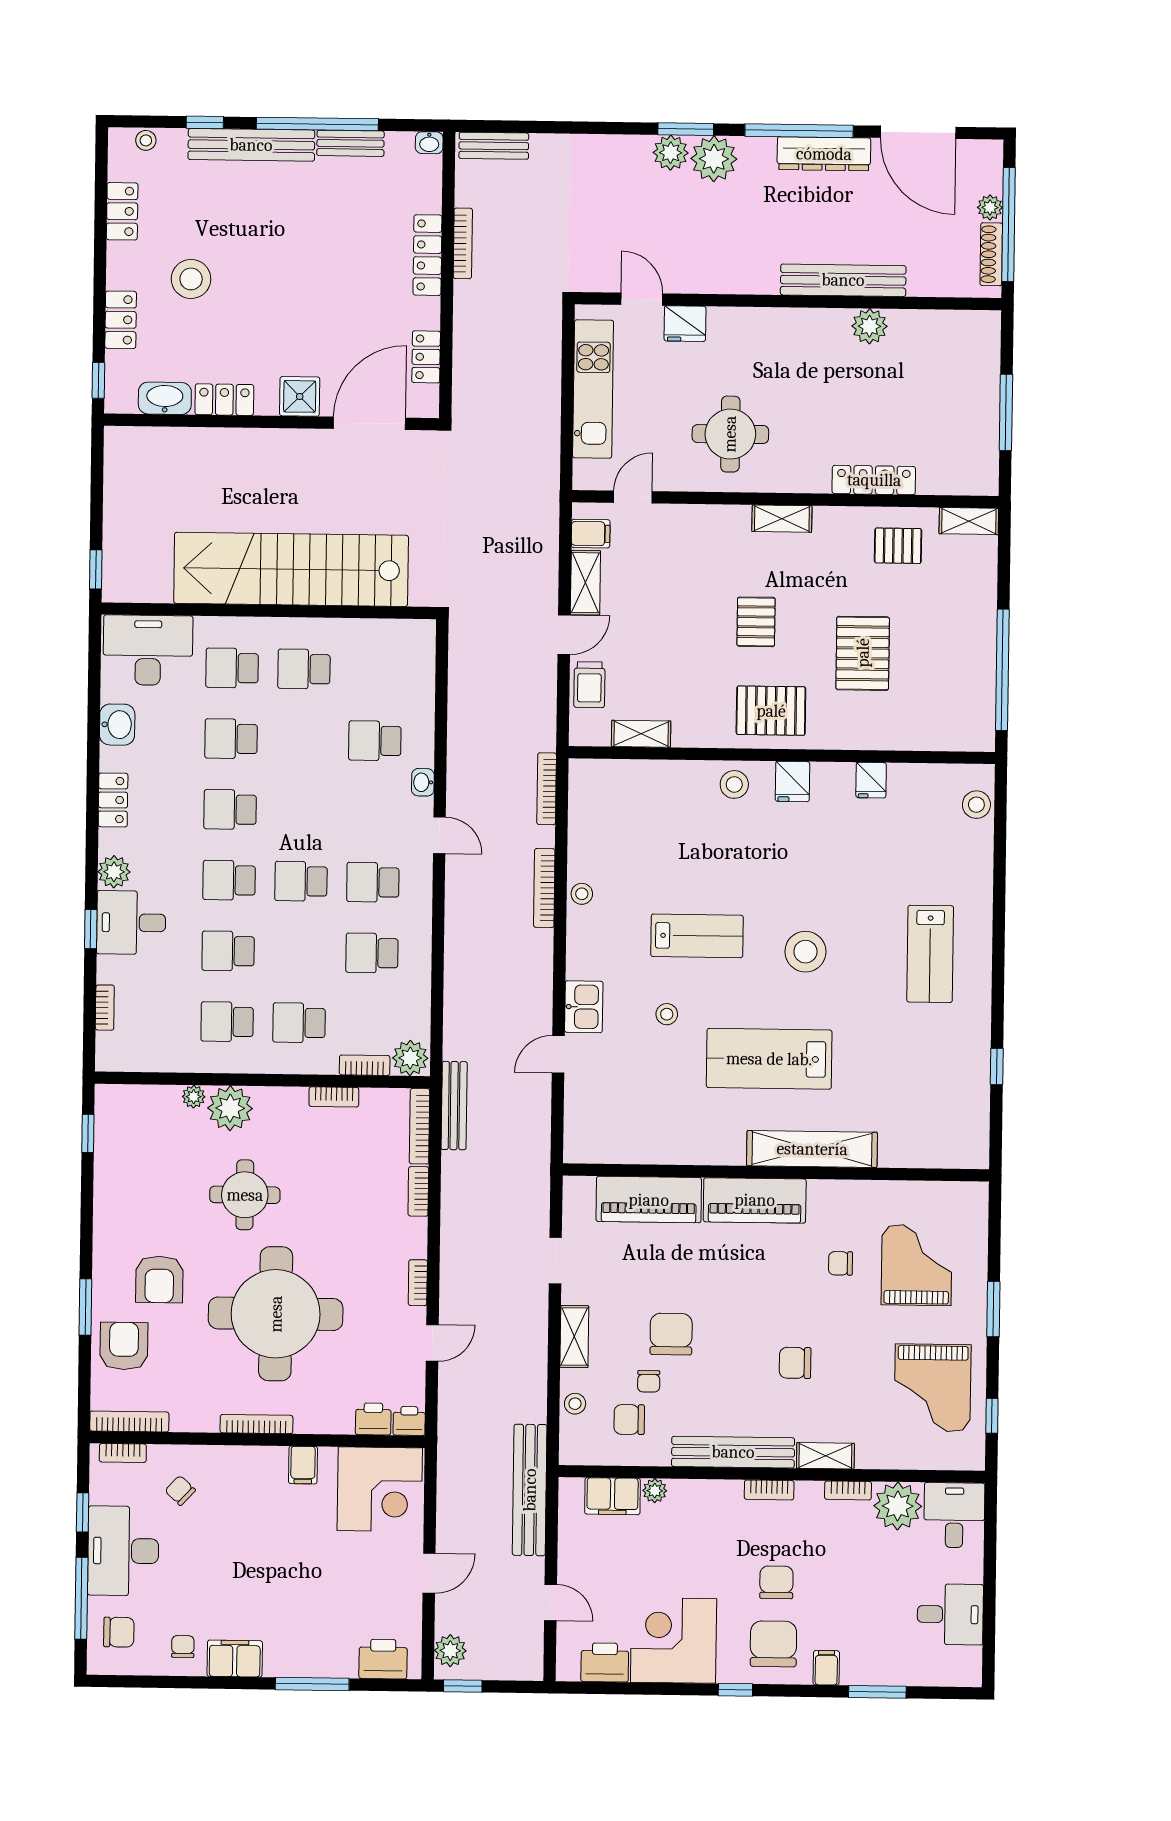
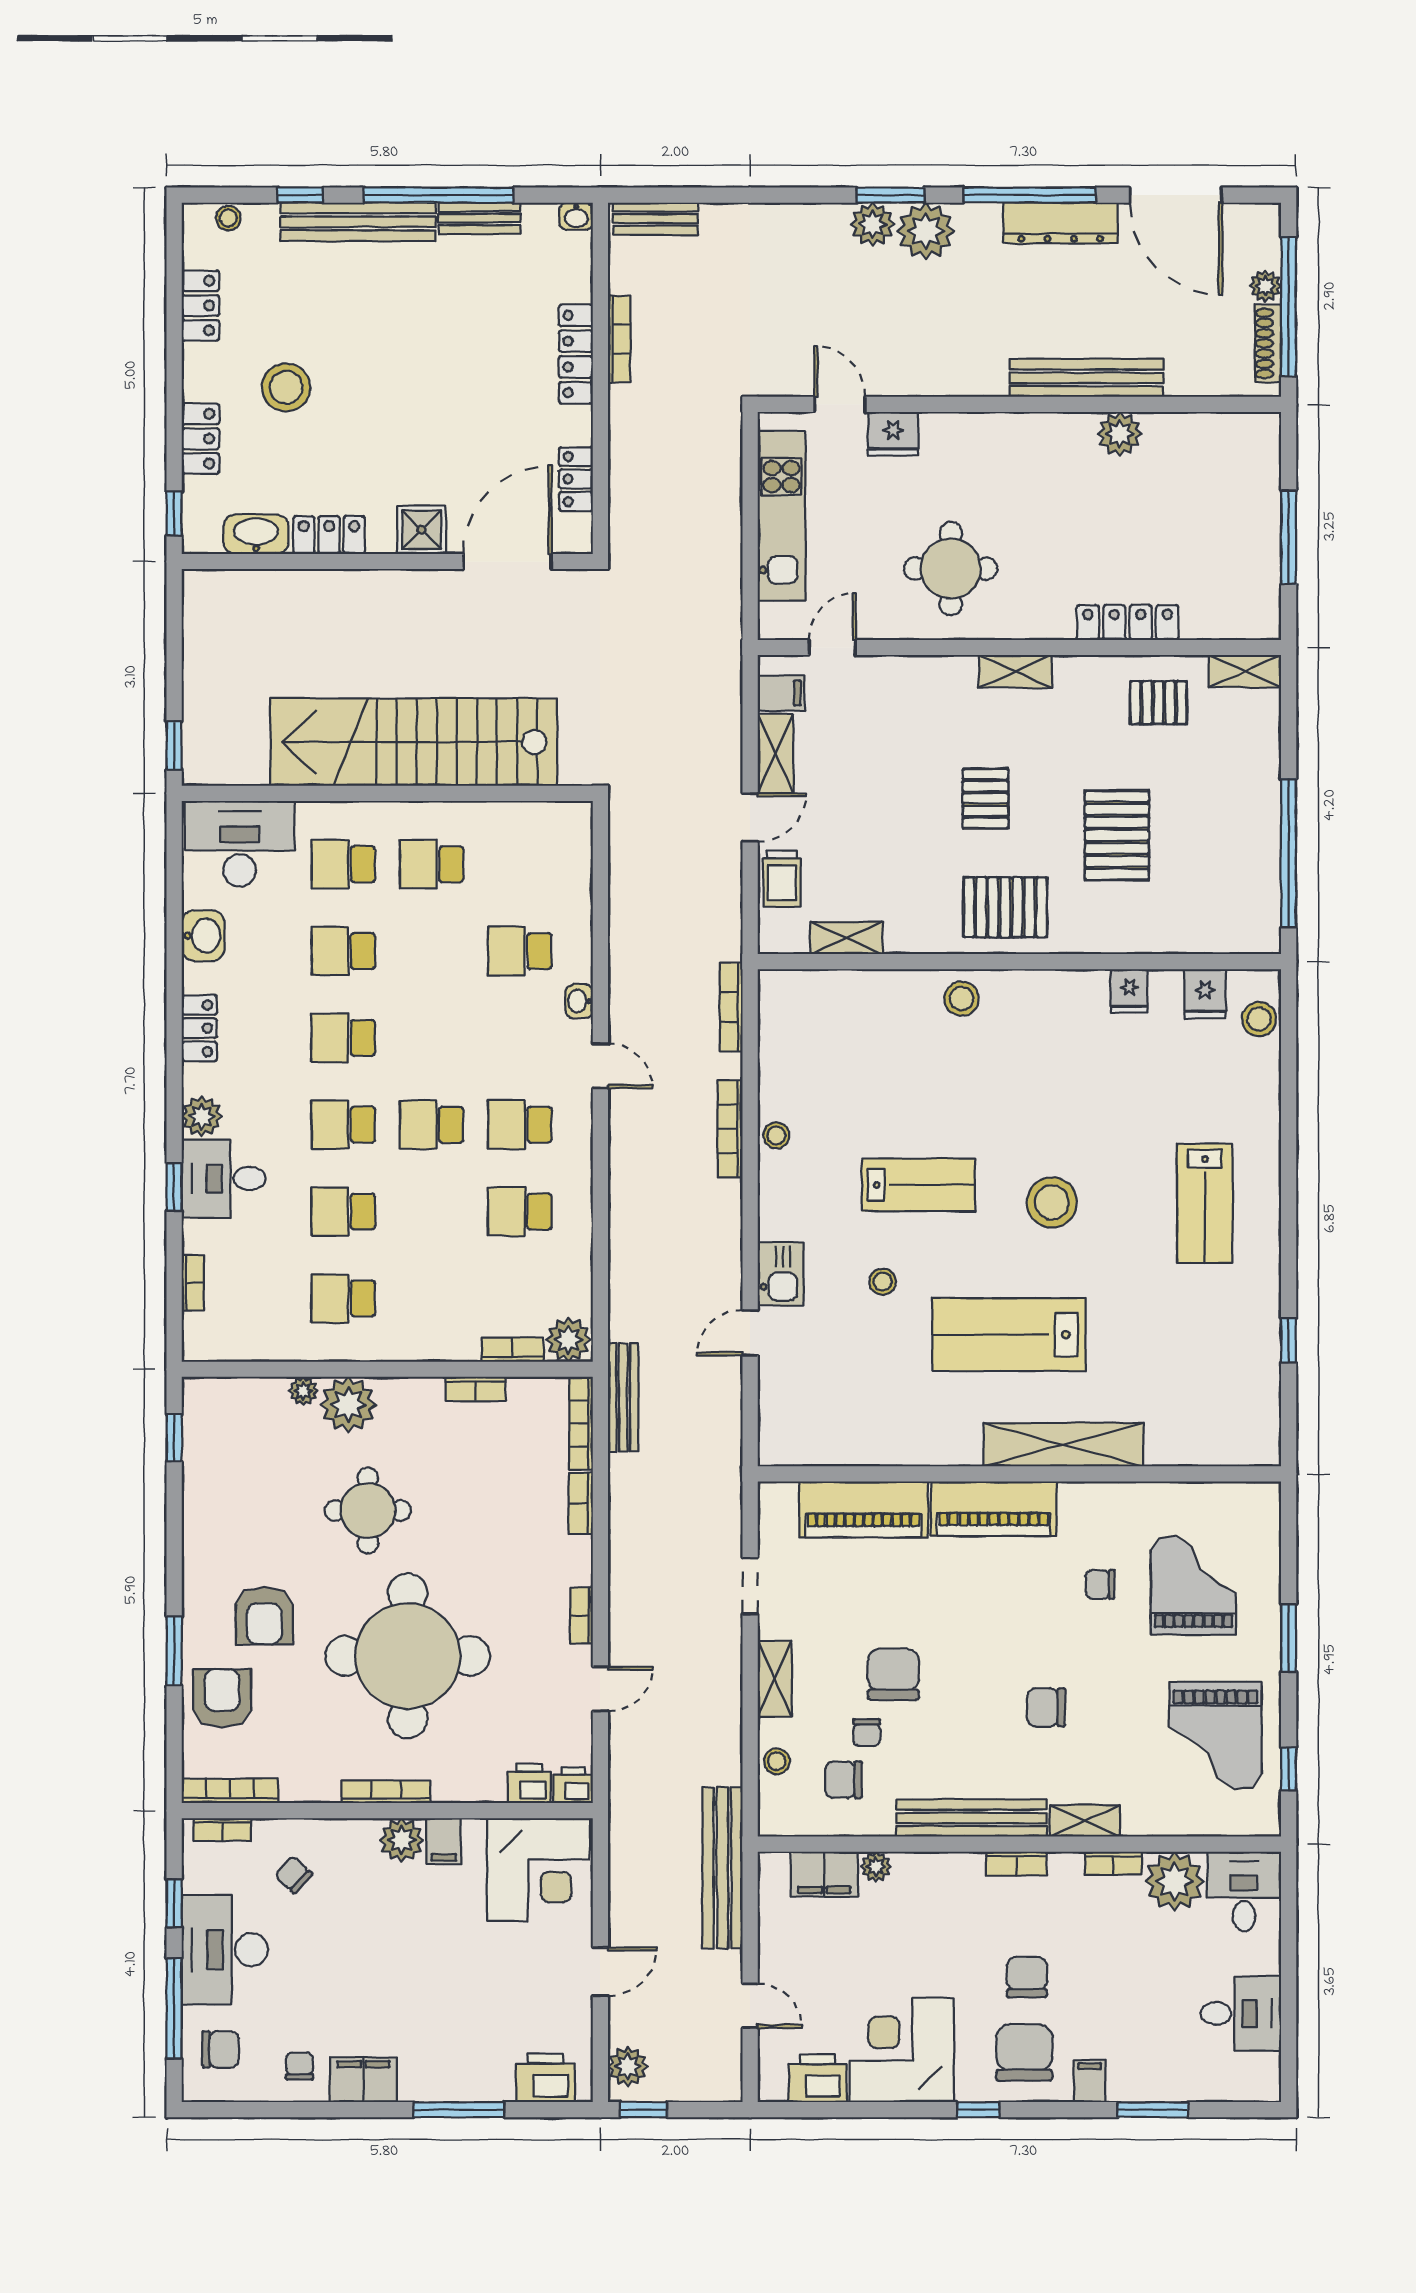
fridge: (792, 781) -> (1205, 994), moved
school desk: (299, 1023) -> (431, 1298), removed
plant: (269, 1463) -> (402, 1840), added

